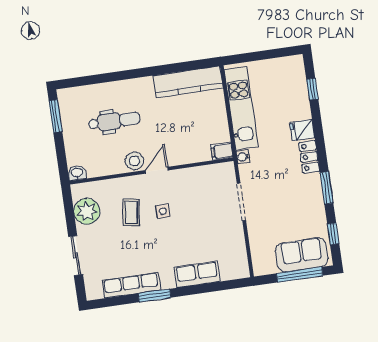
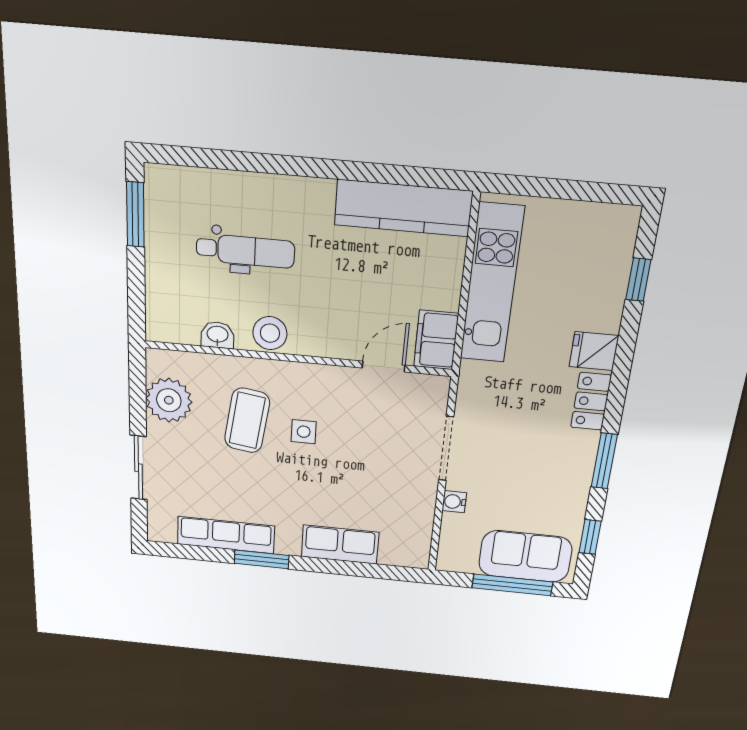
filing cabinet: (222, 151) -> (436, 340), width x2.00
water cooler: (243, 157) -> (454, 502), moved
door: (157, 170) -> (384, 367), moved
washbasin: (77, 173) -> (218, 335), moved
coffee table: (131, 212) -> (247, 420), width x1.36, depth x1.30

